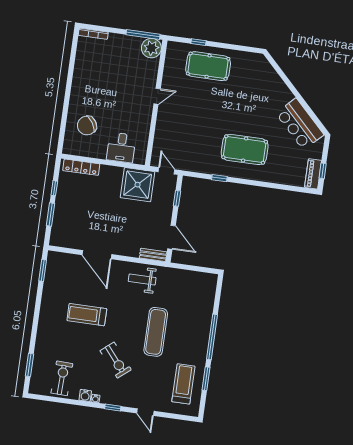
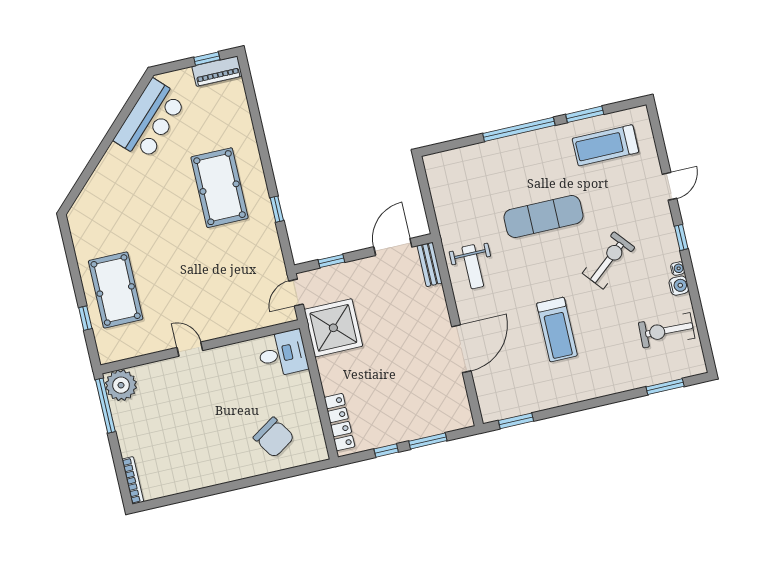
desk: (121, 147) -> (283, 354), moved

